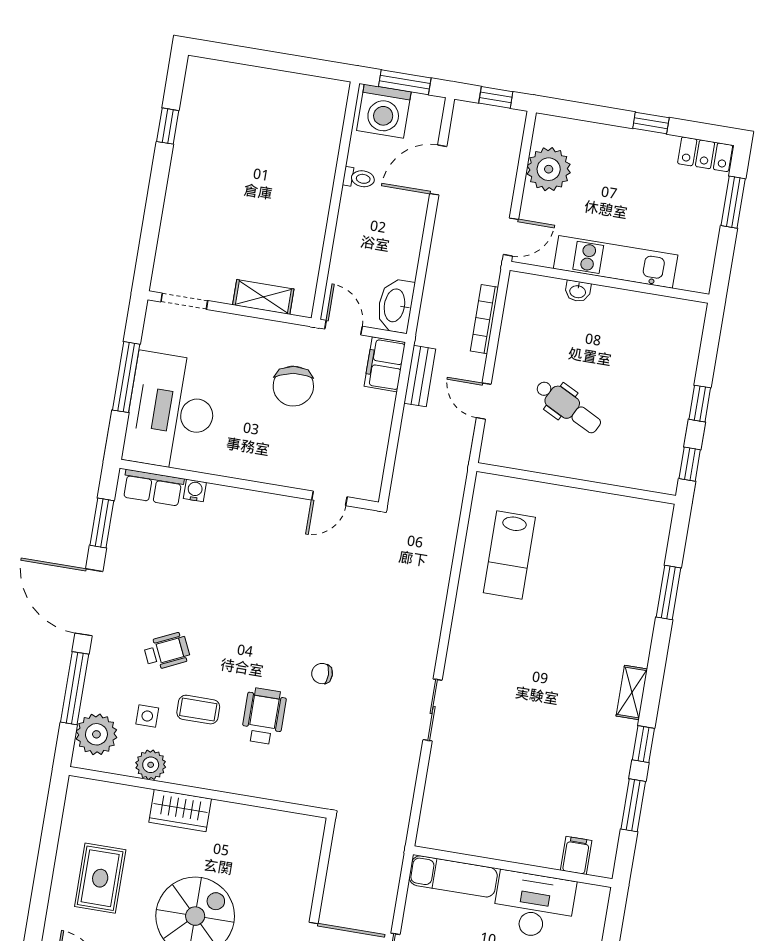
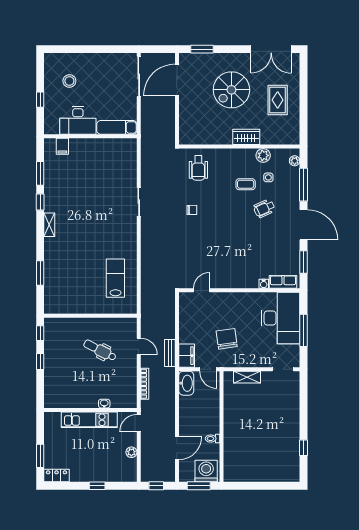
window: (651, 123) -> (97, 486), moved
plant: (549, 169) -> (131, 452), width x0.53, depth x0.53
wheelchair: (264, 716) -> (198, 168), moved
plant: (96, 734) -> (295, 161), width x0.53, depth x0.53

